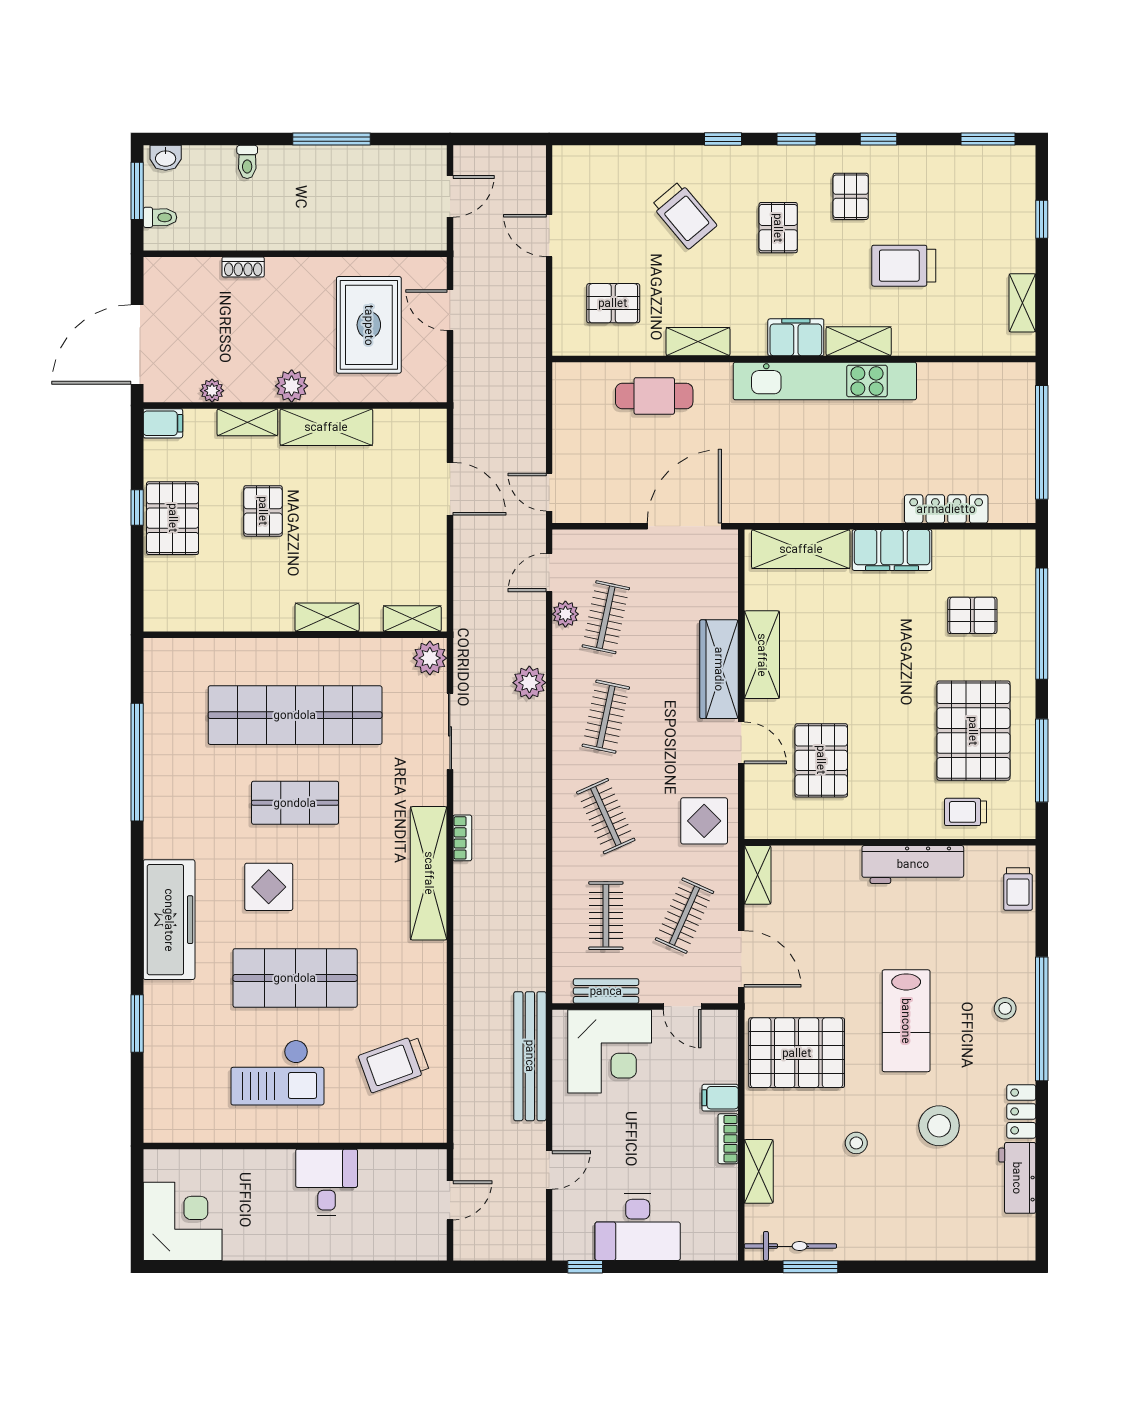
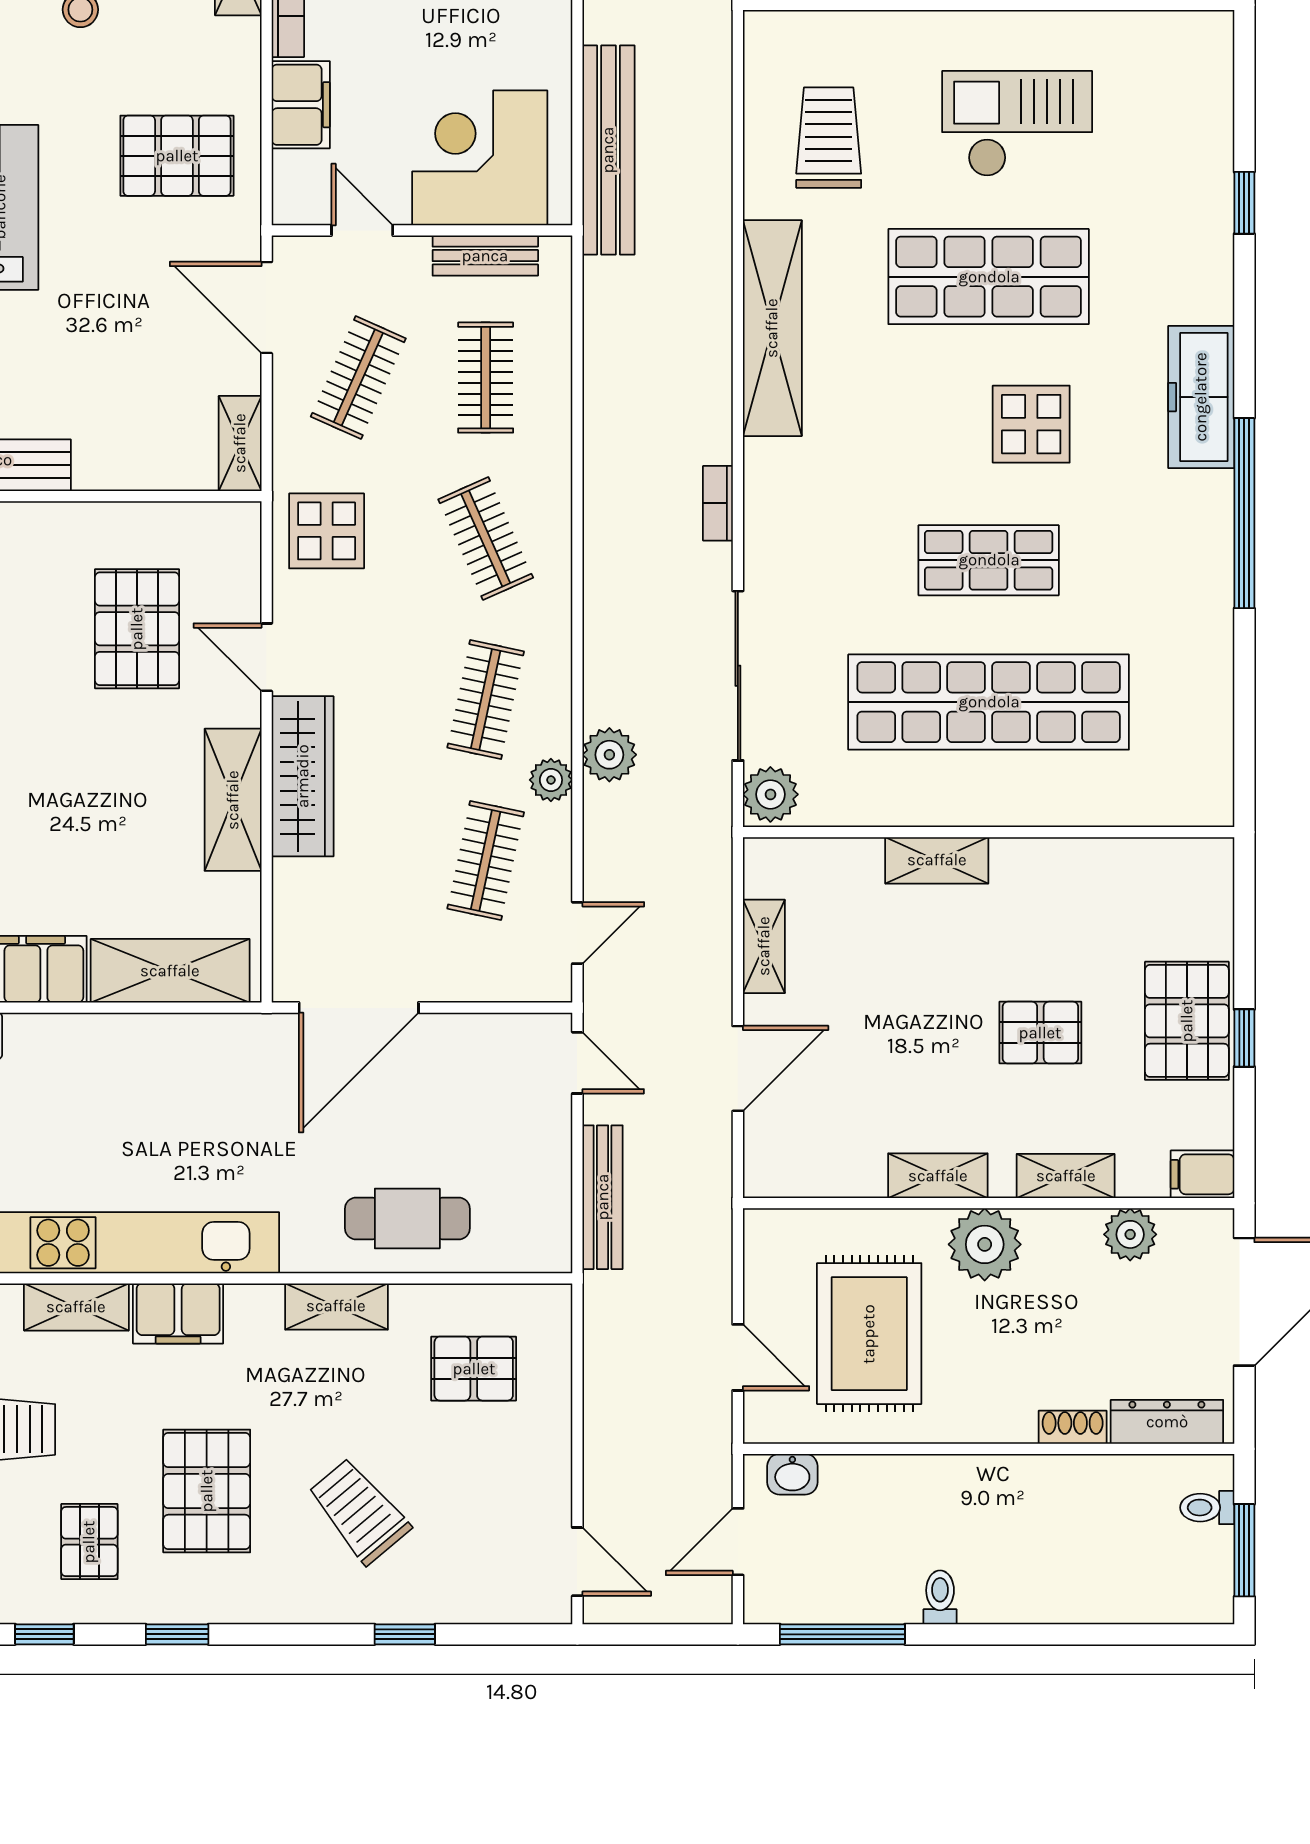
window: (331, 139) -> (842, 1634), moved
window: (723, 139) -> (405, 1634), moved
washbasin: (166, 158) -> (792, 1474), moved, turned 180
toilet: (247, 162) -> (940, 1597), moved
pallet: (778, 228) -> (207, 1491), width x1.50, depth x1.42
door: (549, 236) -> (577, 1562), moved
dresser: (185, 270) -> (1167, 1422), added
plant: (292, 386) -> (985, 1244), width x1.36, depth x1.36
plant: (212, 391) -> (1130, 1234), width x1.38, depth x1.38
bench: (534, 409) -> (603, 1197), added
shelving: (326, 427) -> (938, 1176), width x0.67, depth x0.75
door: (450, 489) -> (738, 1068), swing flipped
pallet: (263, 511) -> (1040, 1033), turned 90
plant: (565, 614) -> (551, 780), moved
shelving: (412, 619) -> (764, 946), moved, turned 90
sliding door: (450, 731) -> (738, 676), width x1.37
window: (137, 762) -> (1244, 513), moved
shelving: (429, 873) -> (772, 328), moved
freezer: (169, 920) -> (1201, 397), width x0.73, depth x0.79
window: (137, 1024) -> (1244, 203), width x0.67
pallet: (797, 1053) -> (177, 156), width x0.73, depth x0.71
trolley: (394, 1064) -> (829, 138), turned -70
filing cabinet: (720, 1098) -> (301, 105), width x2.00

